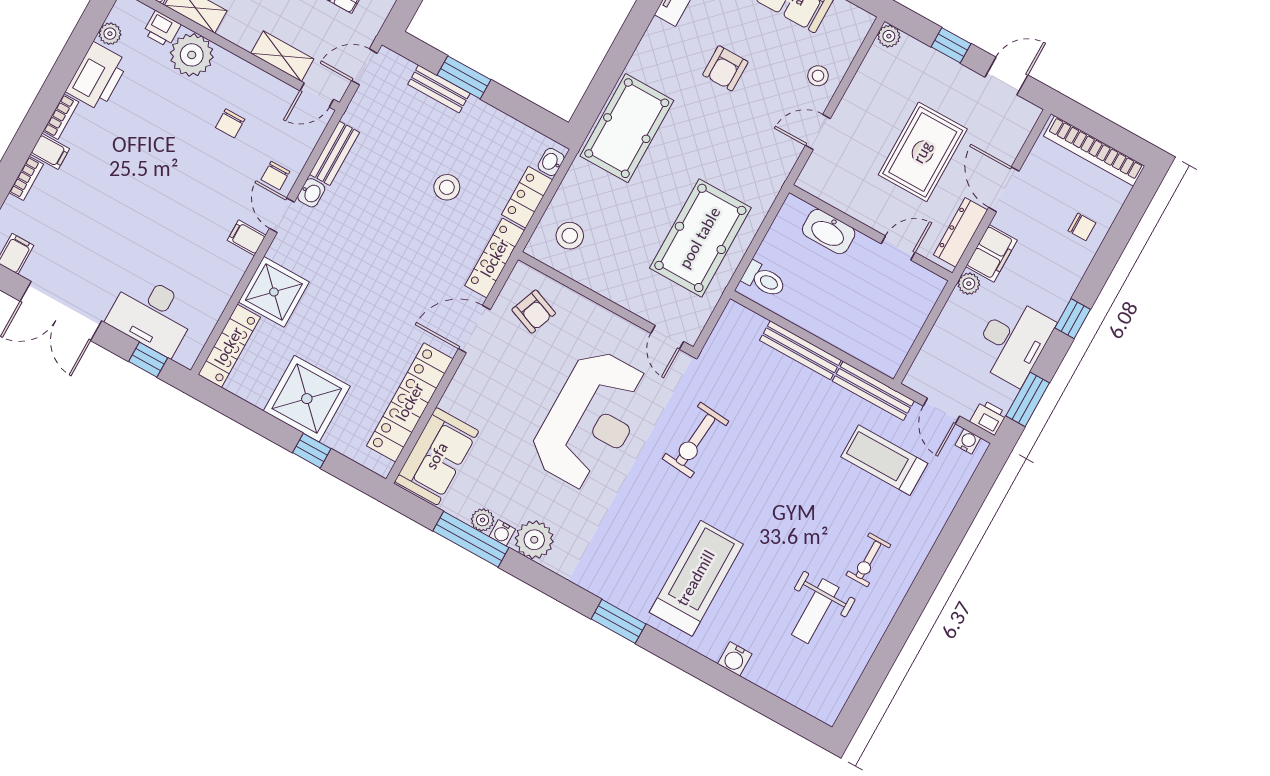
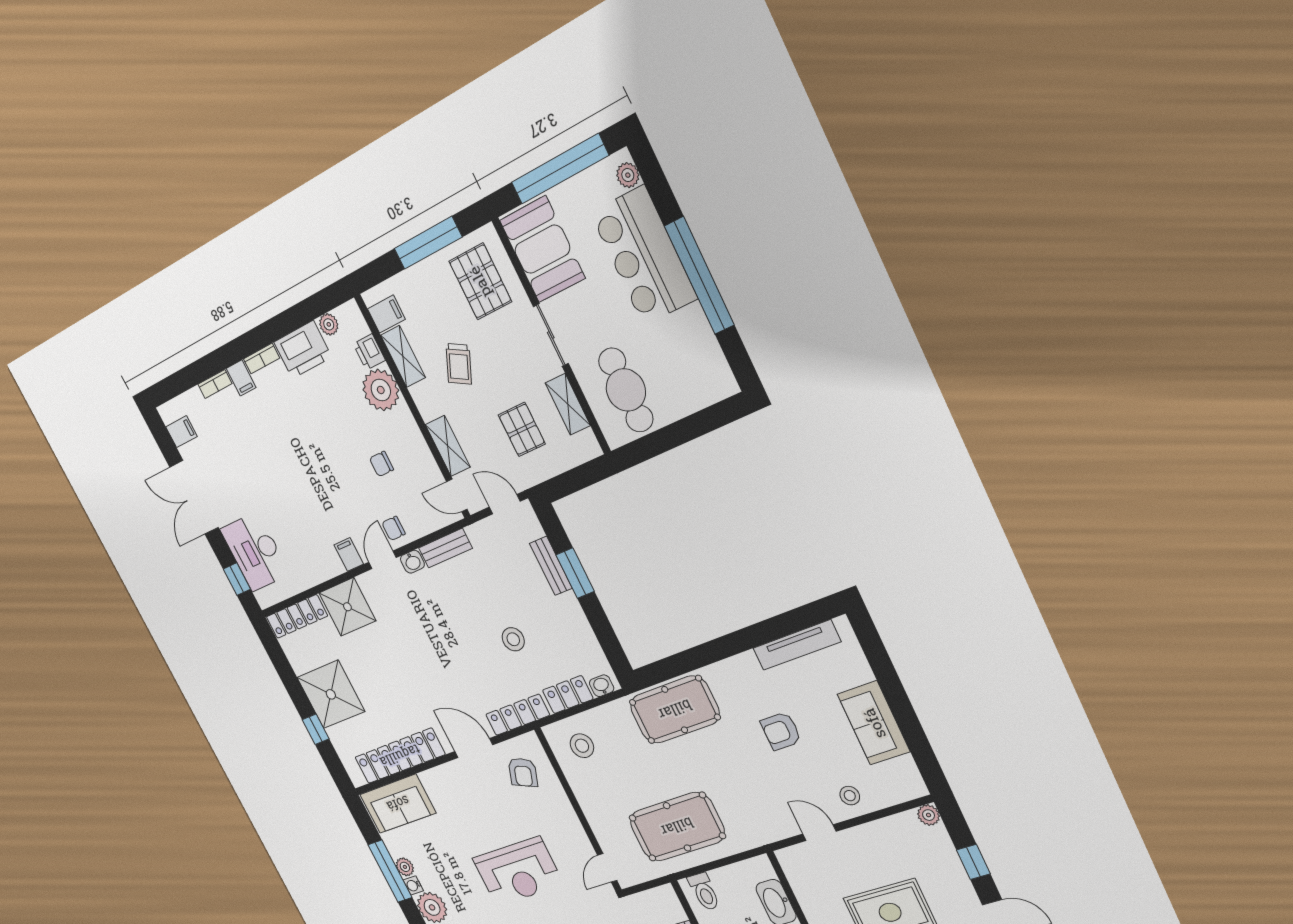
reception desk: (591, 420) -> (518, 871), width x0.74, depth x0.77

